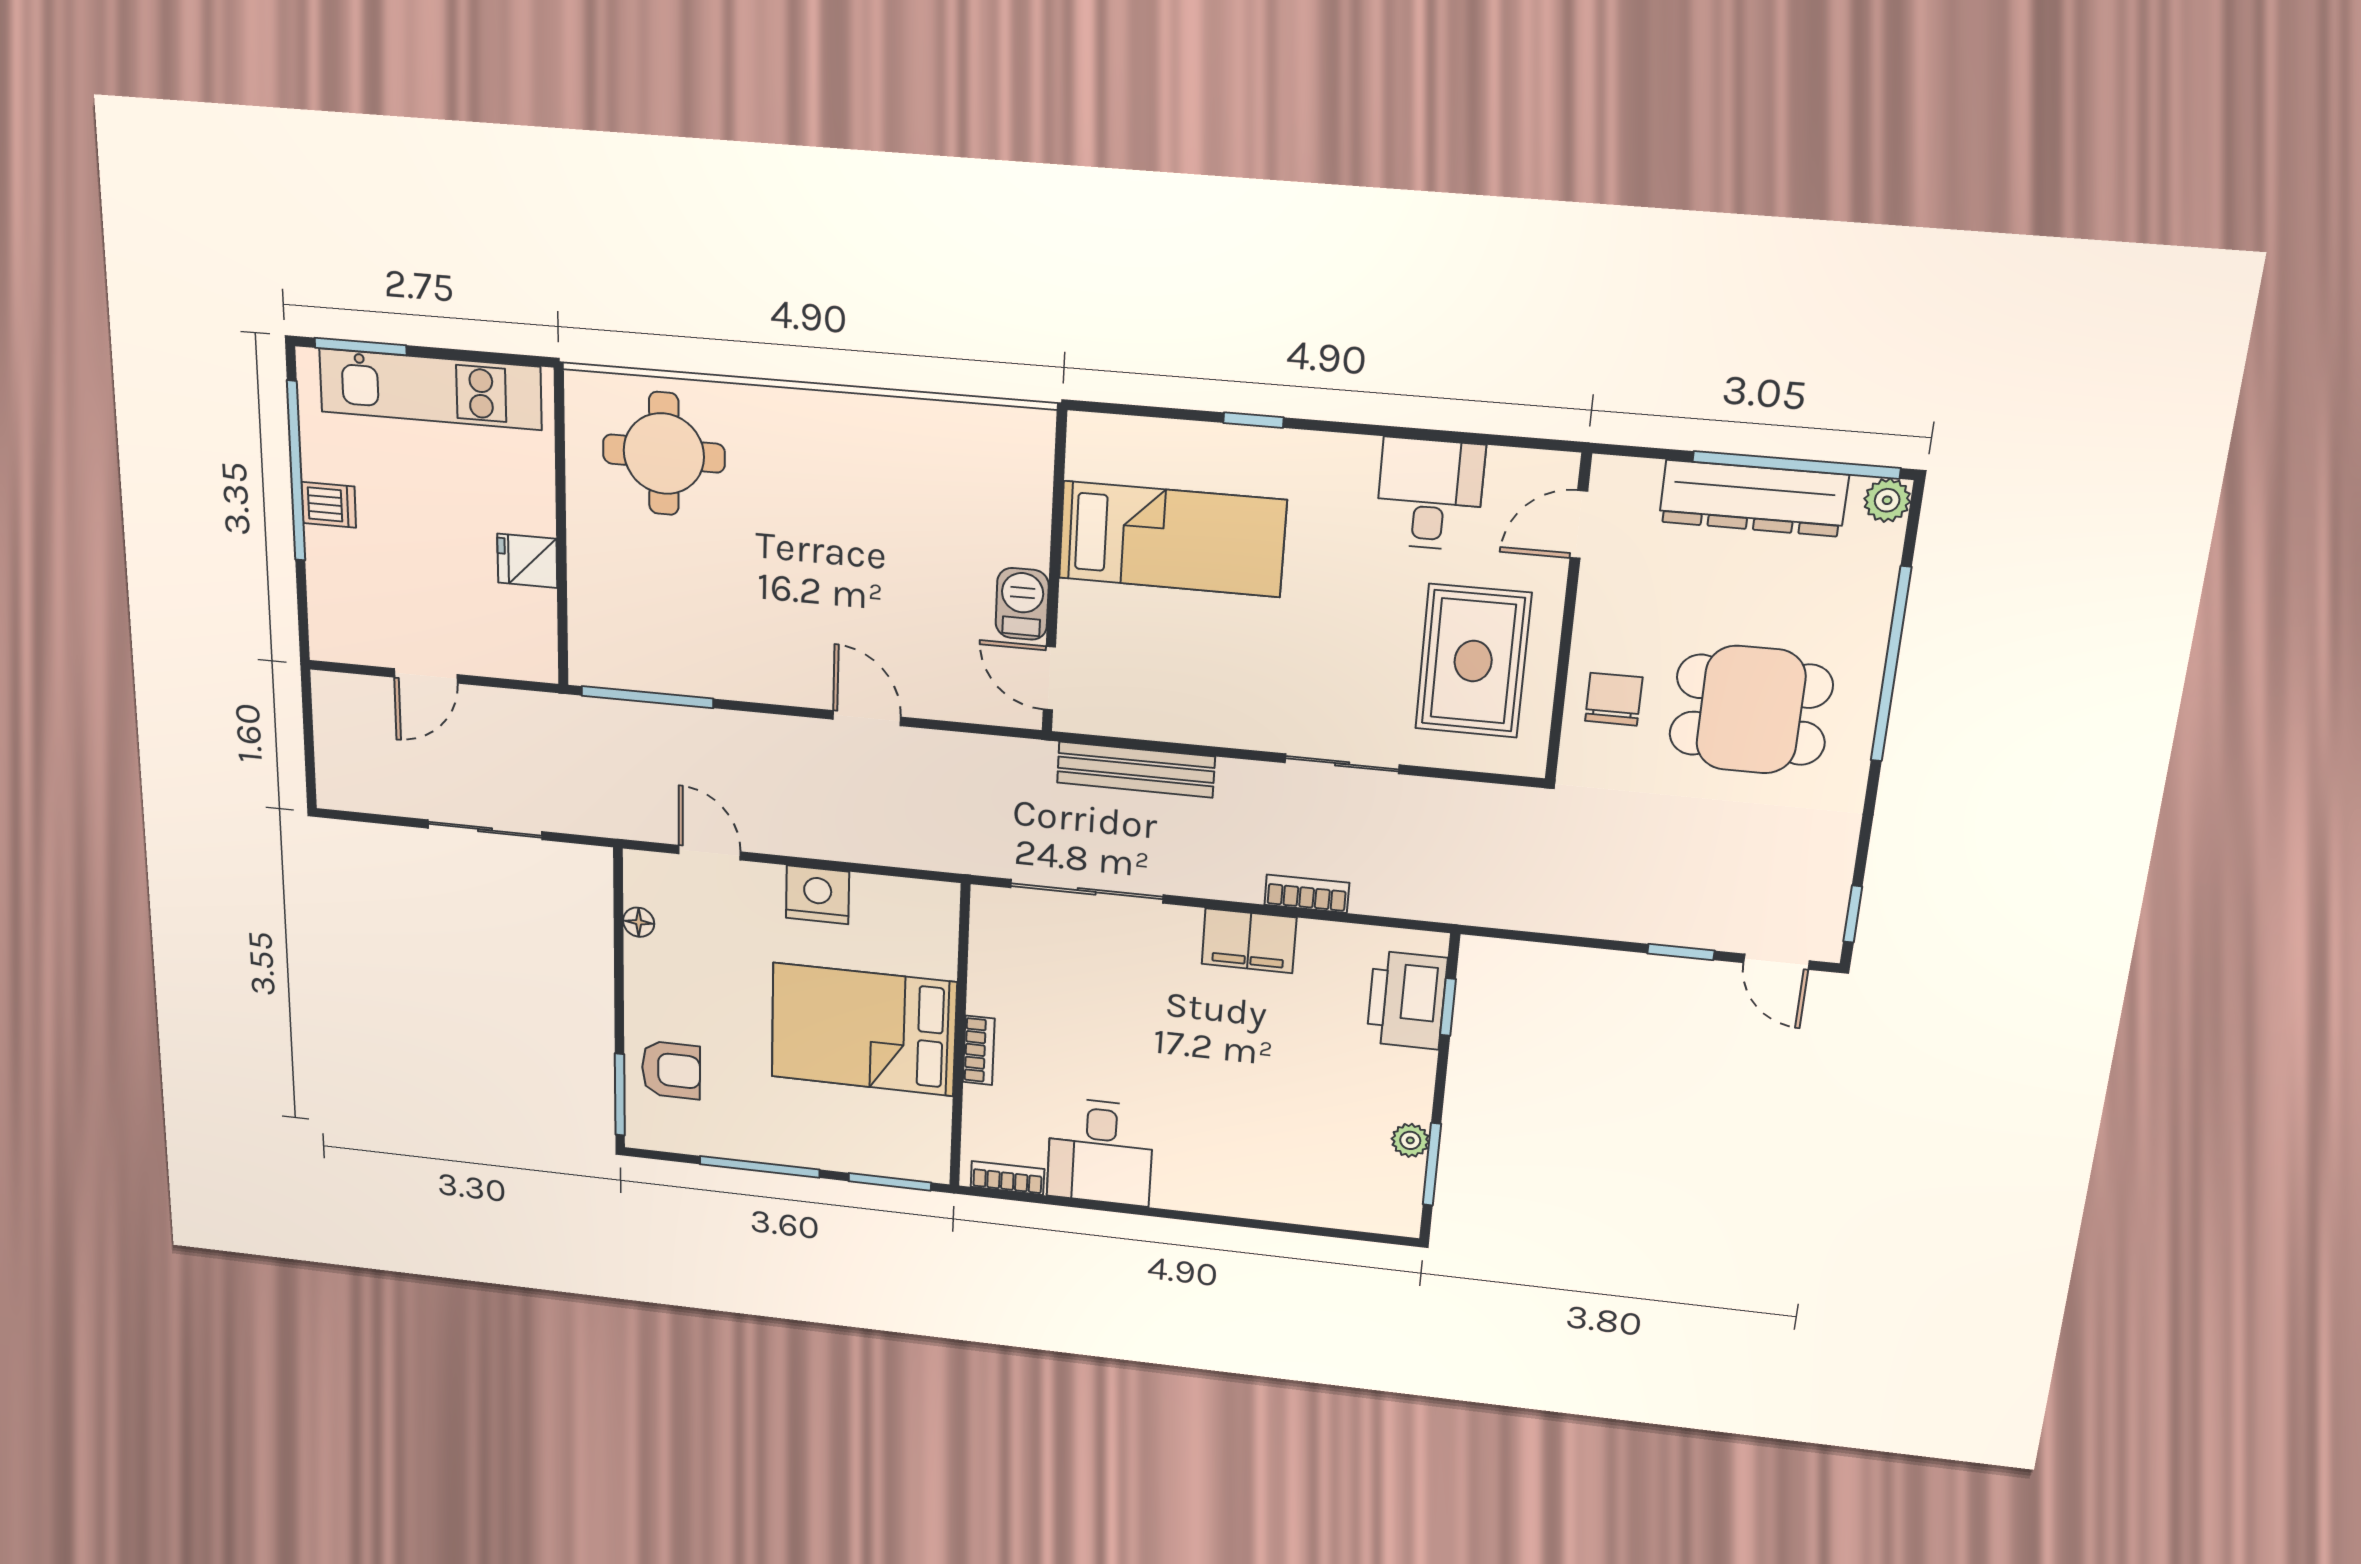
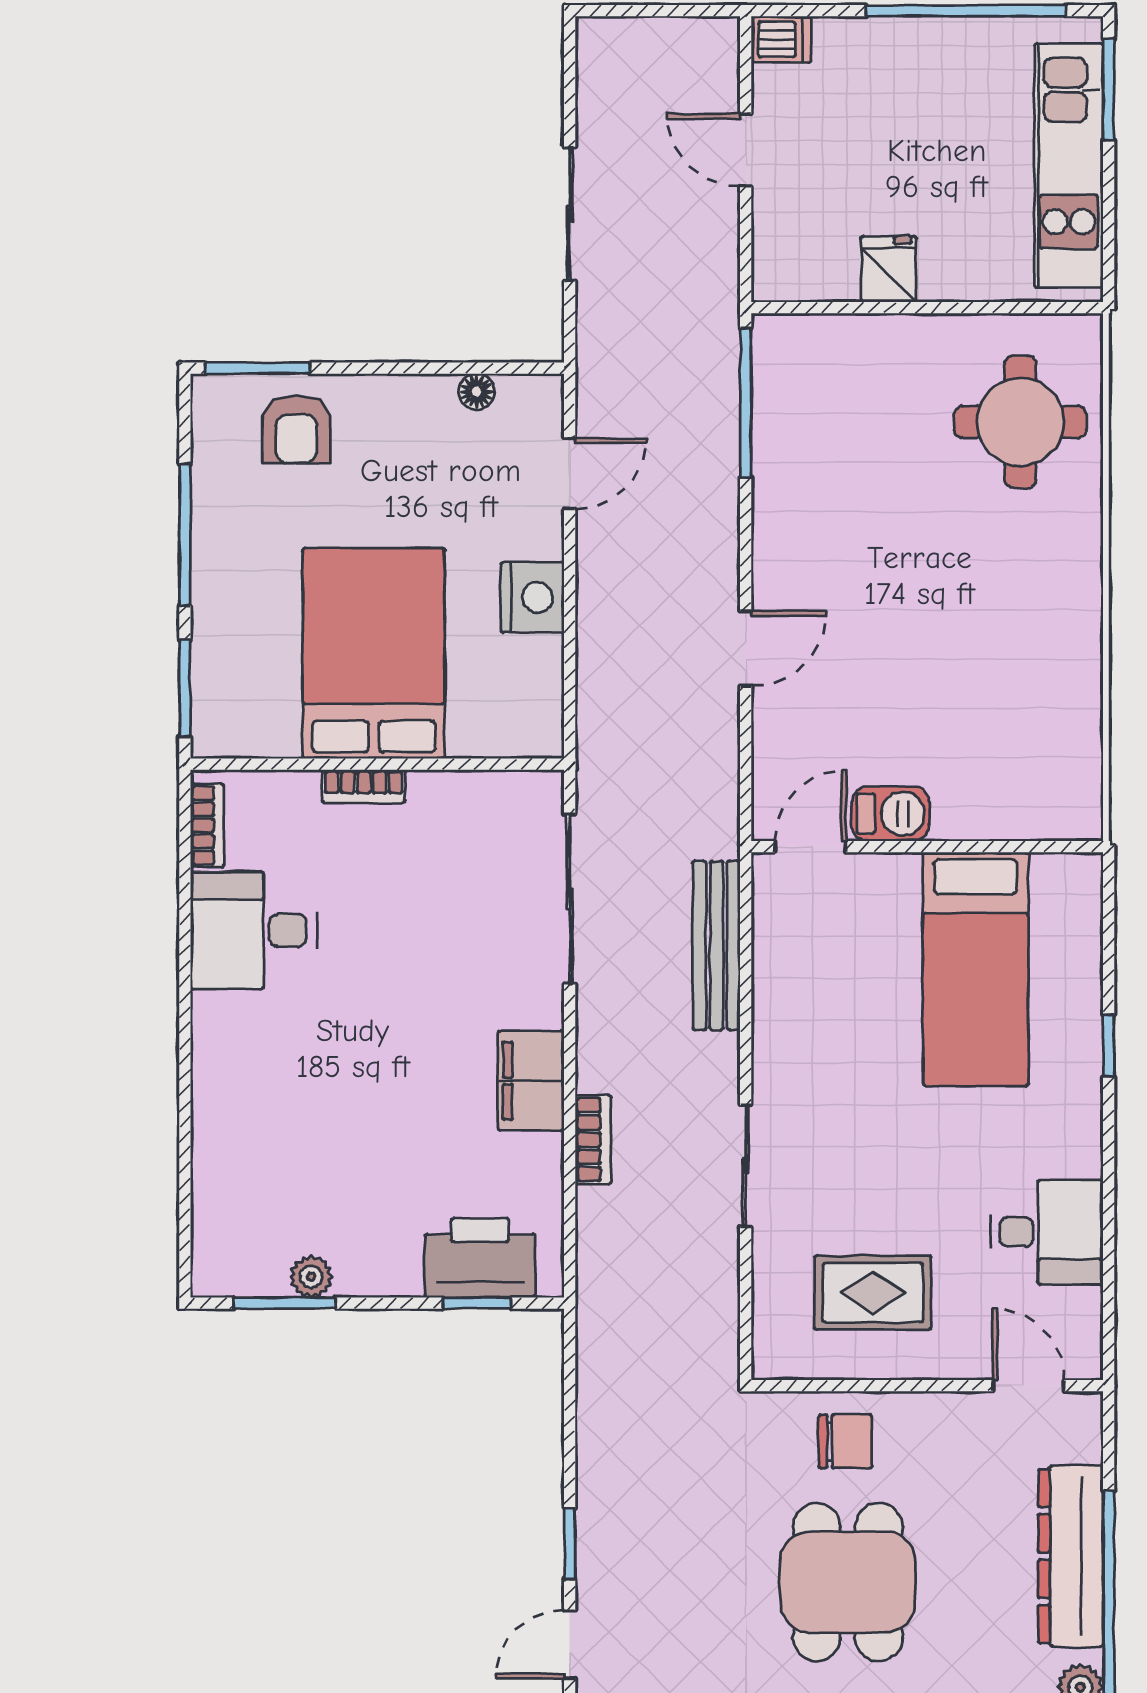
dishwasher: (329, 505) -> (781, 39), moved, turned -90
rug: (1473, 661) -> (873, 1293), width x0.73, depth x0.70

